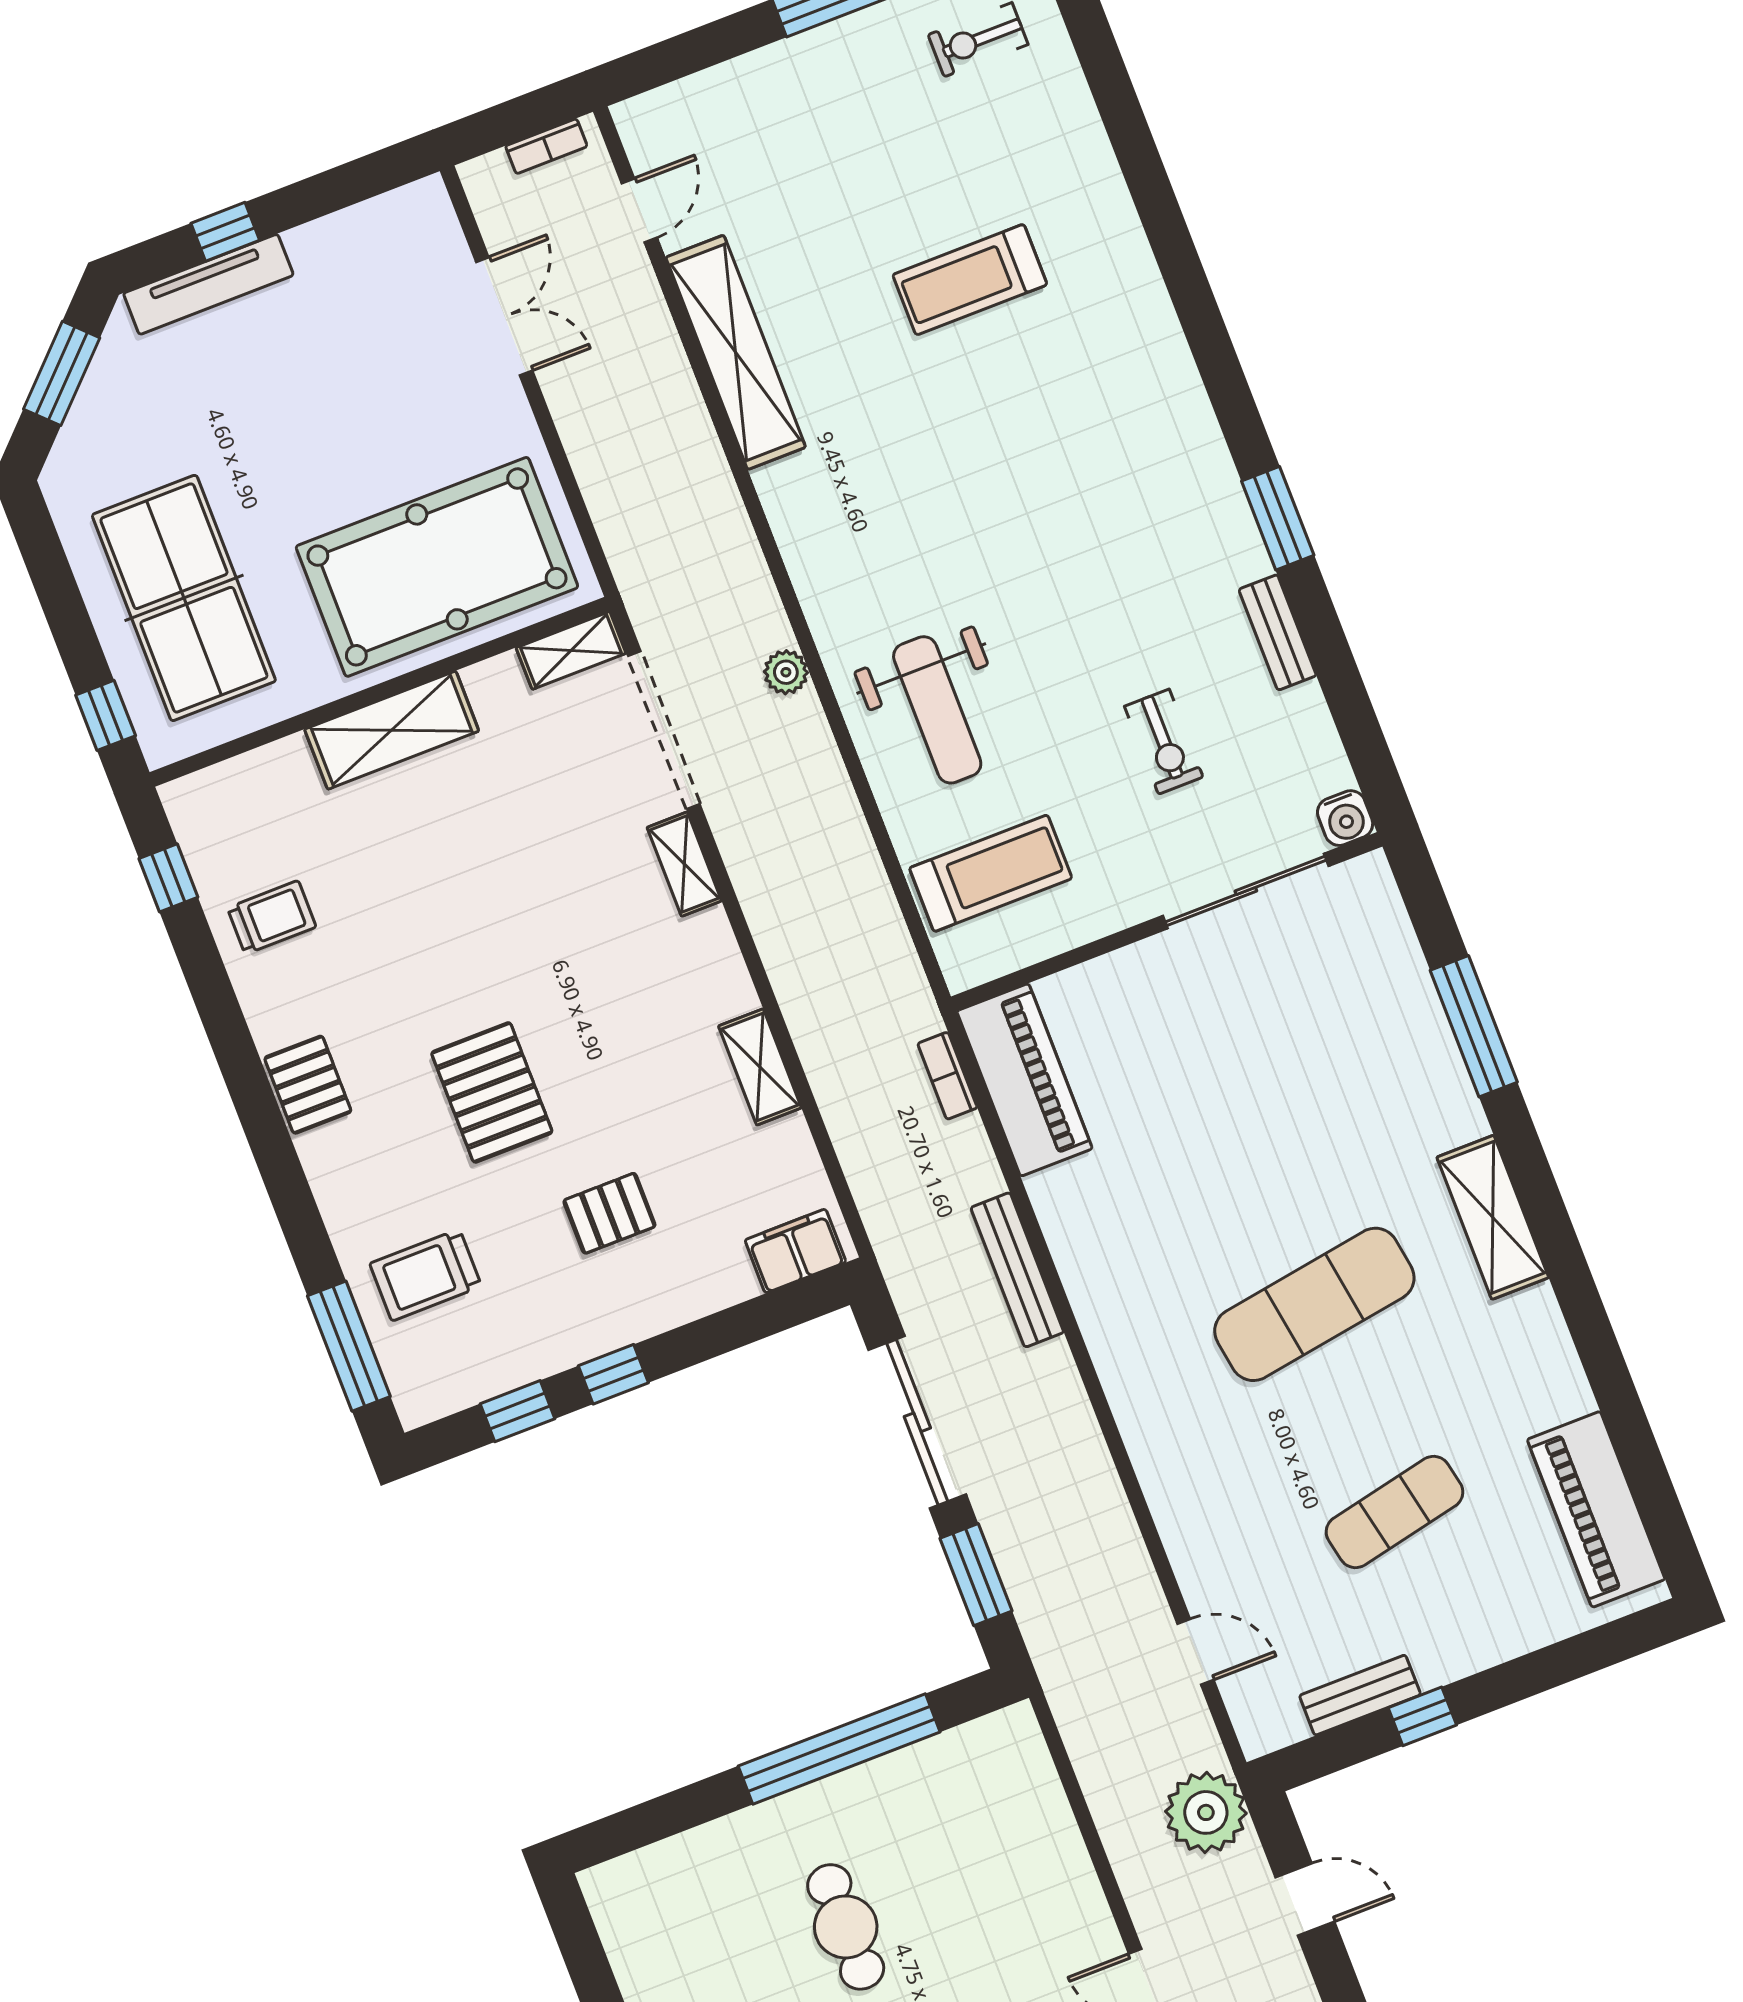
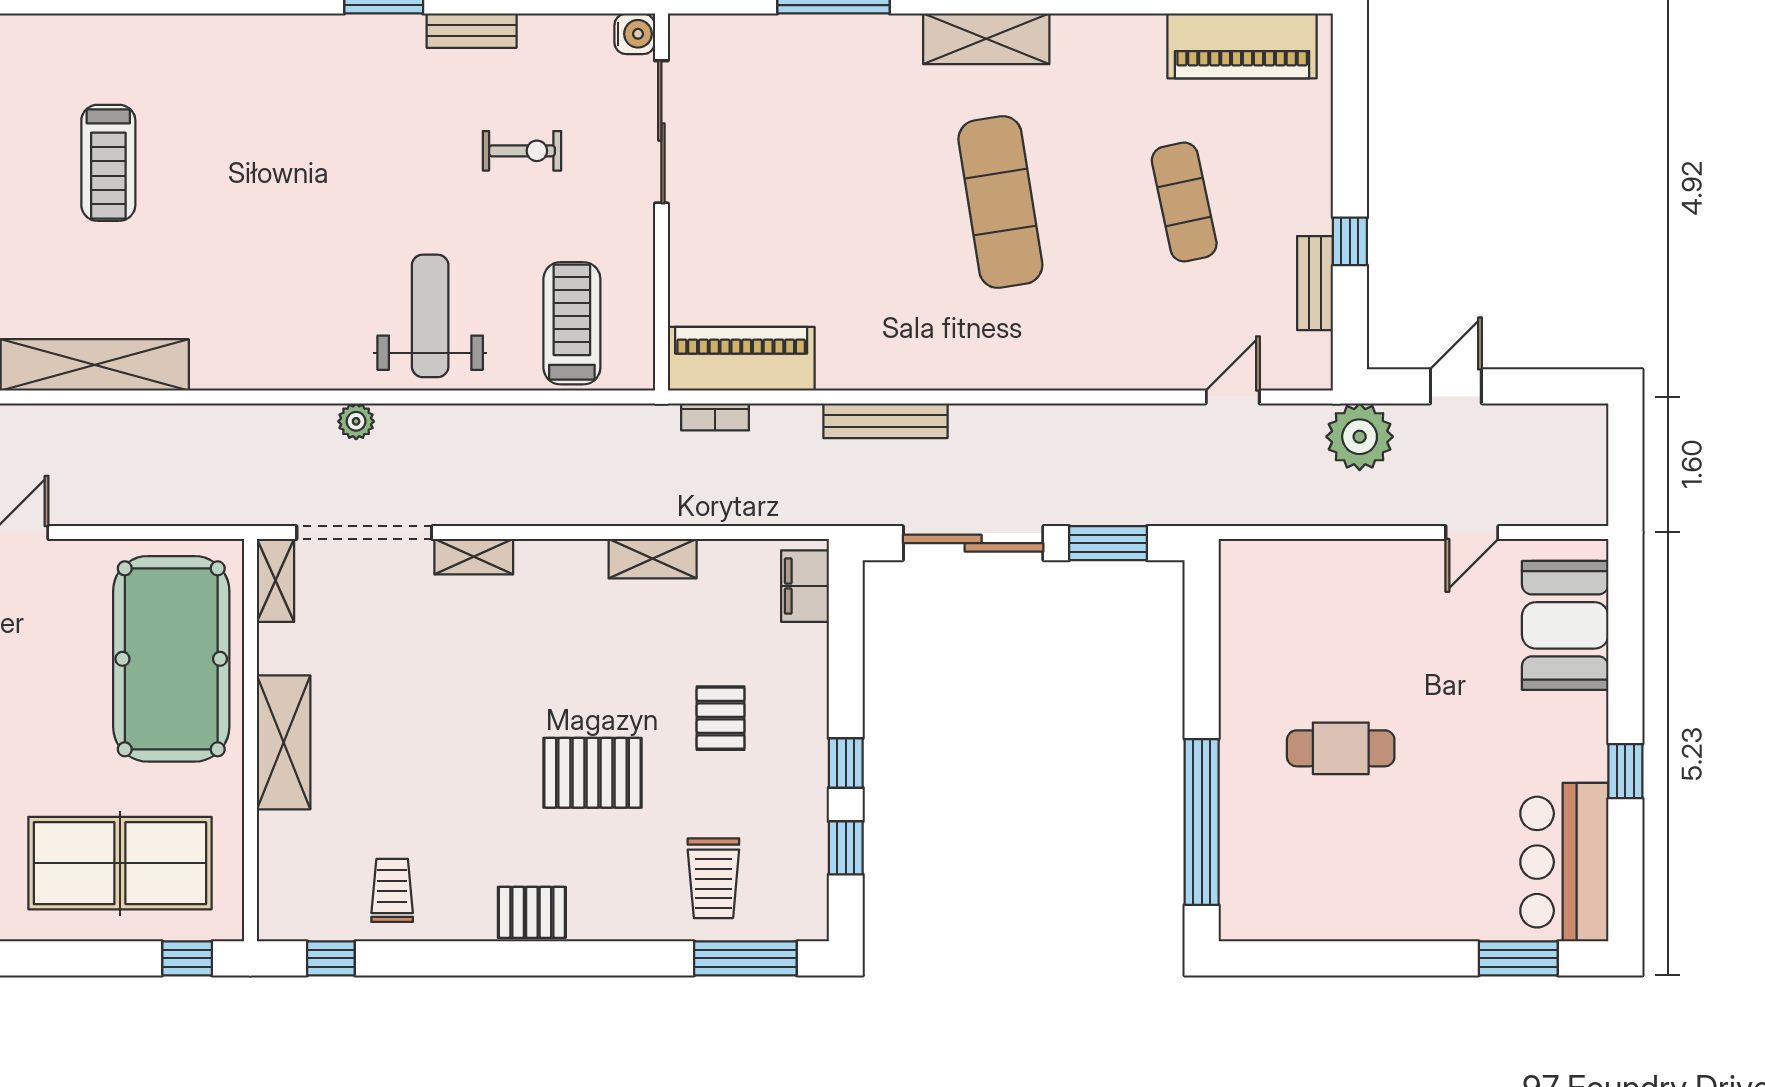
weight bench: (937, 710) -> (430, 316), turned -90
window: (839, 1749) -> (1202, 822), moved

